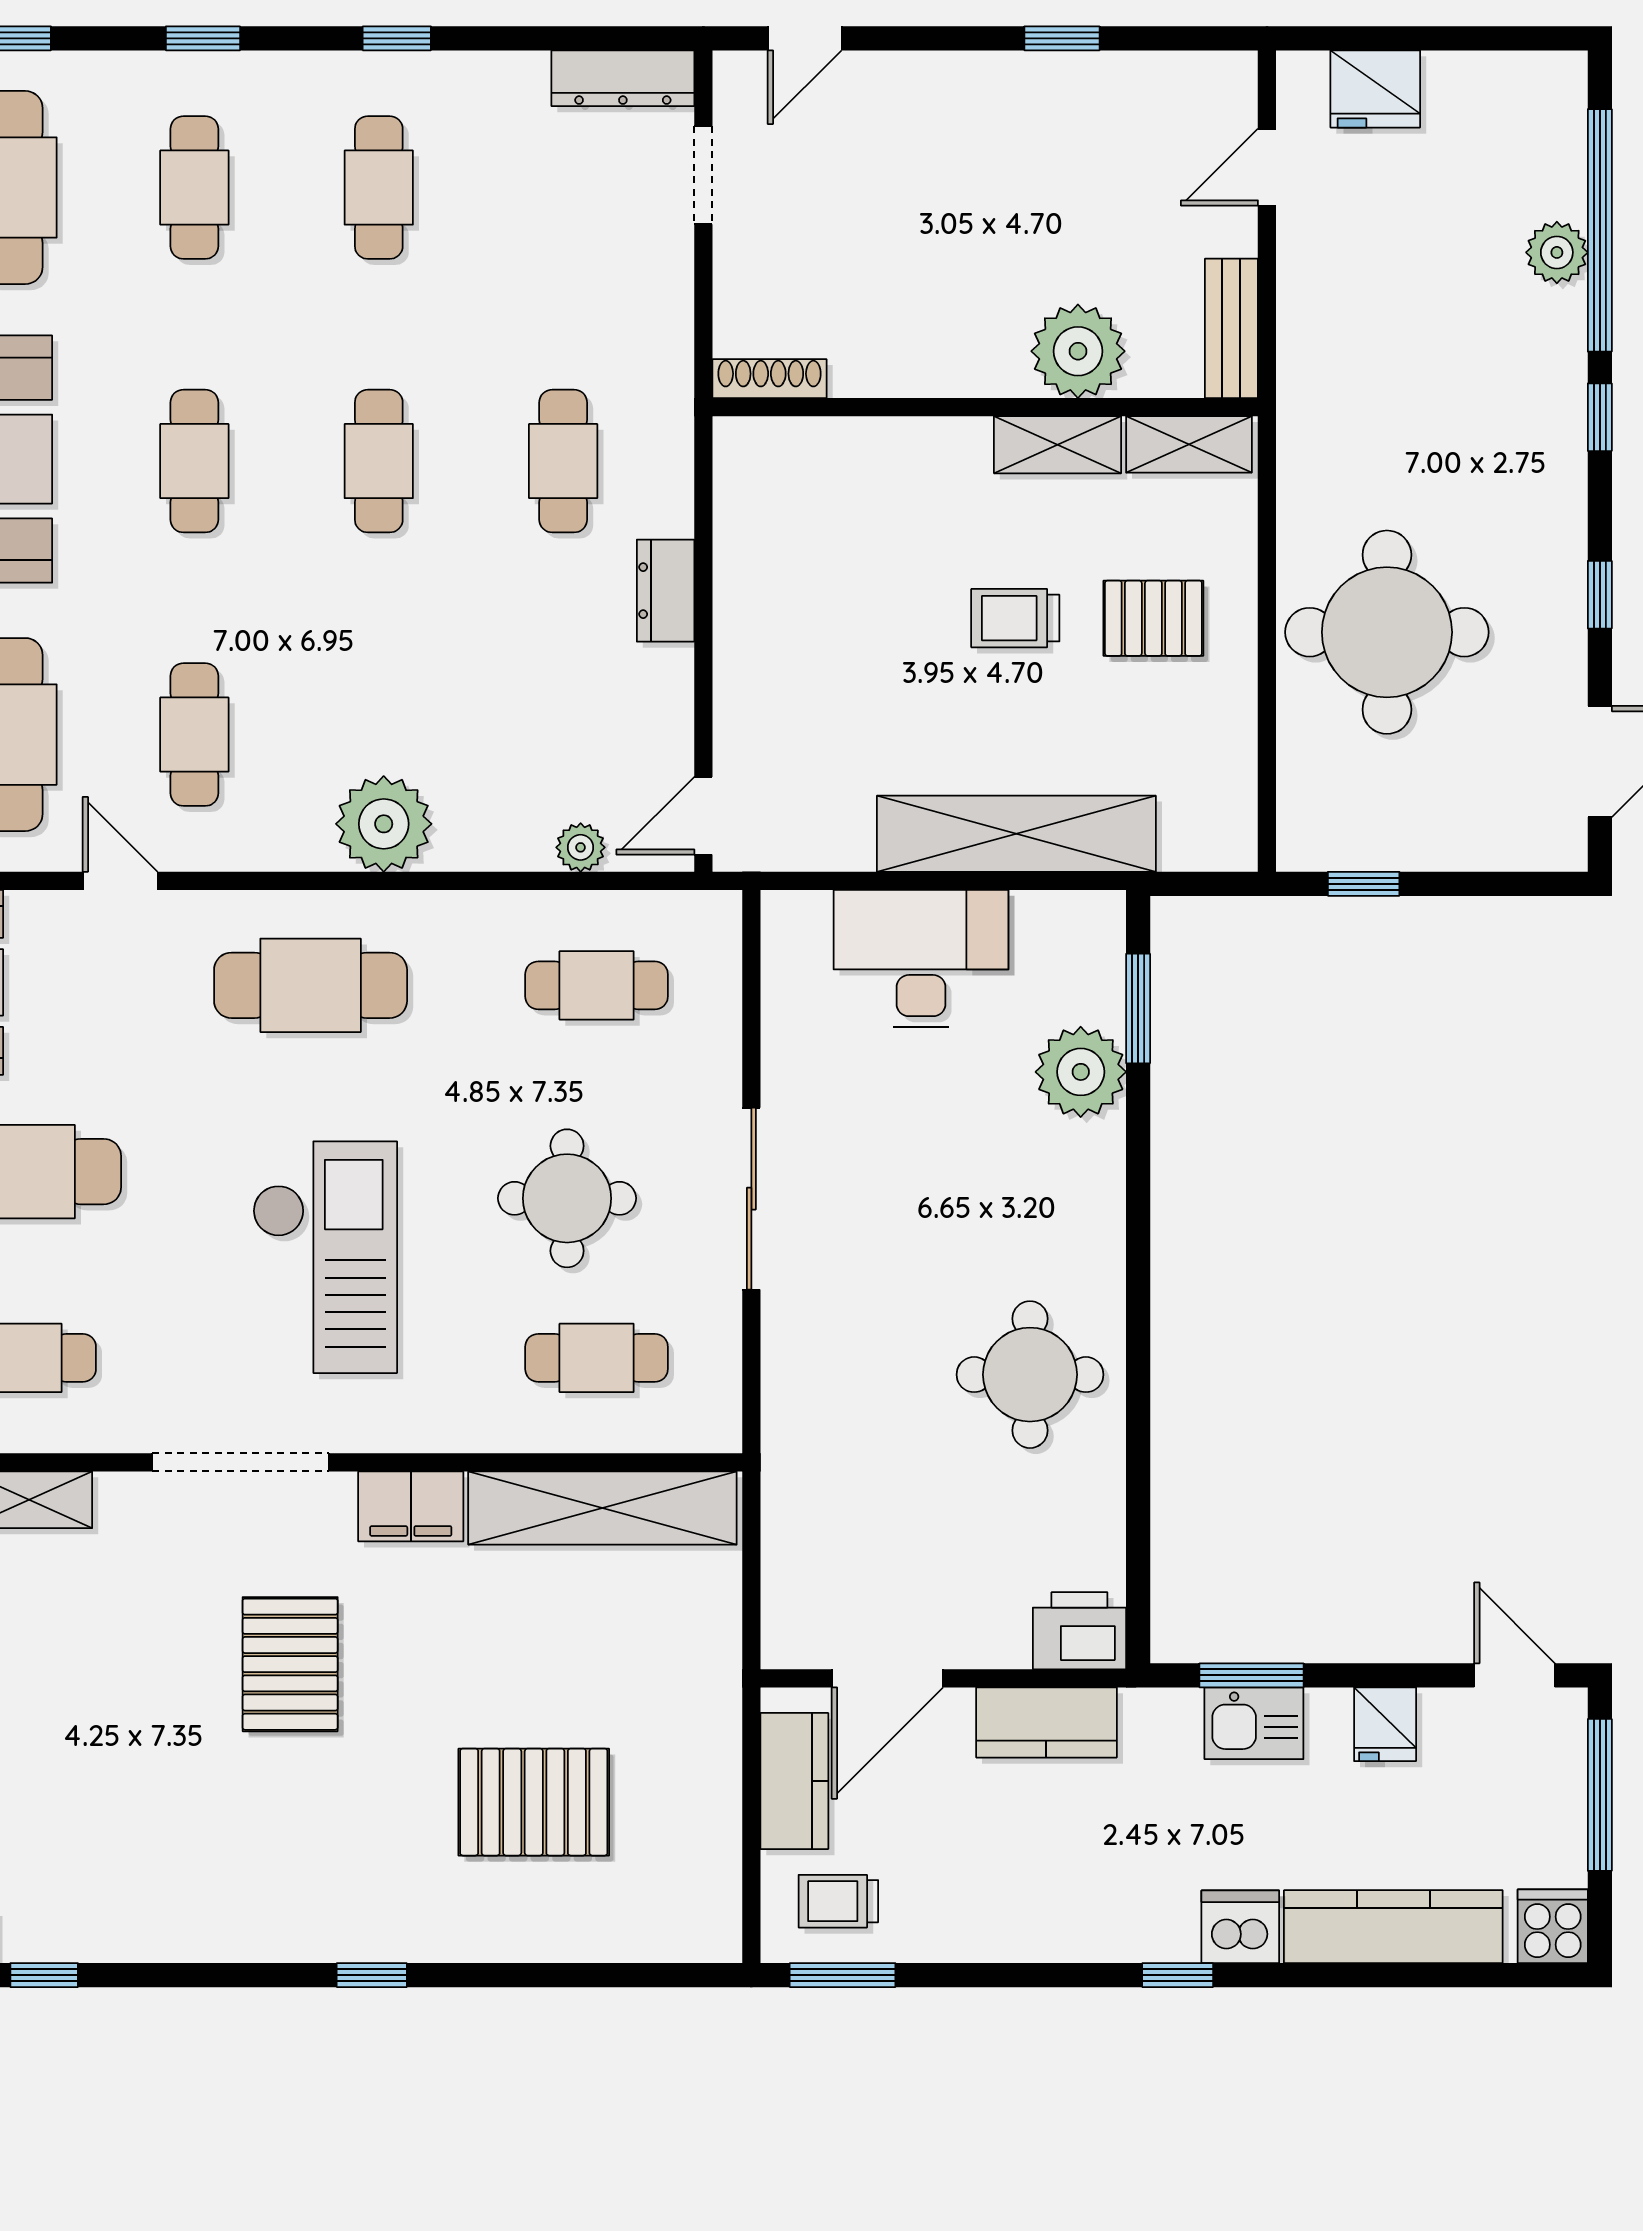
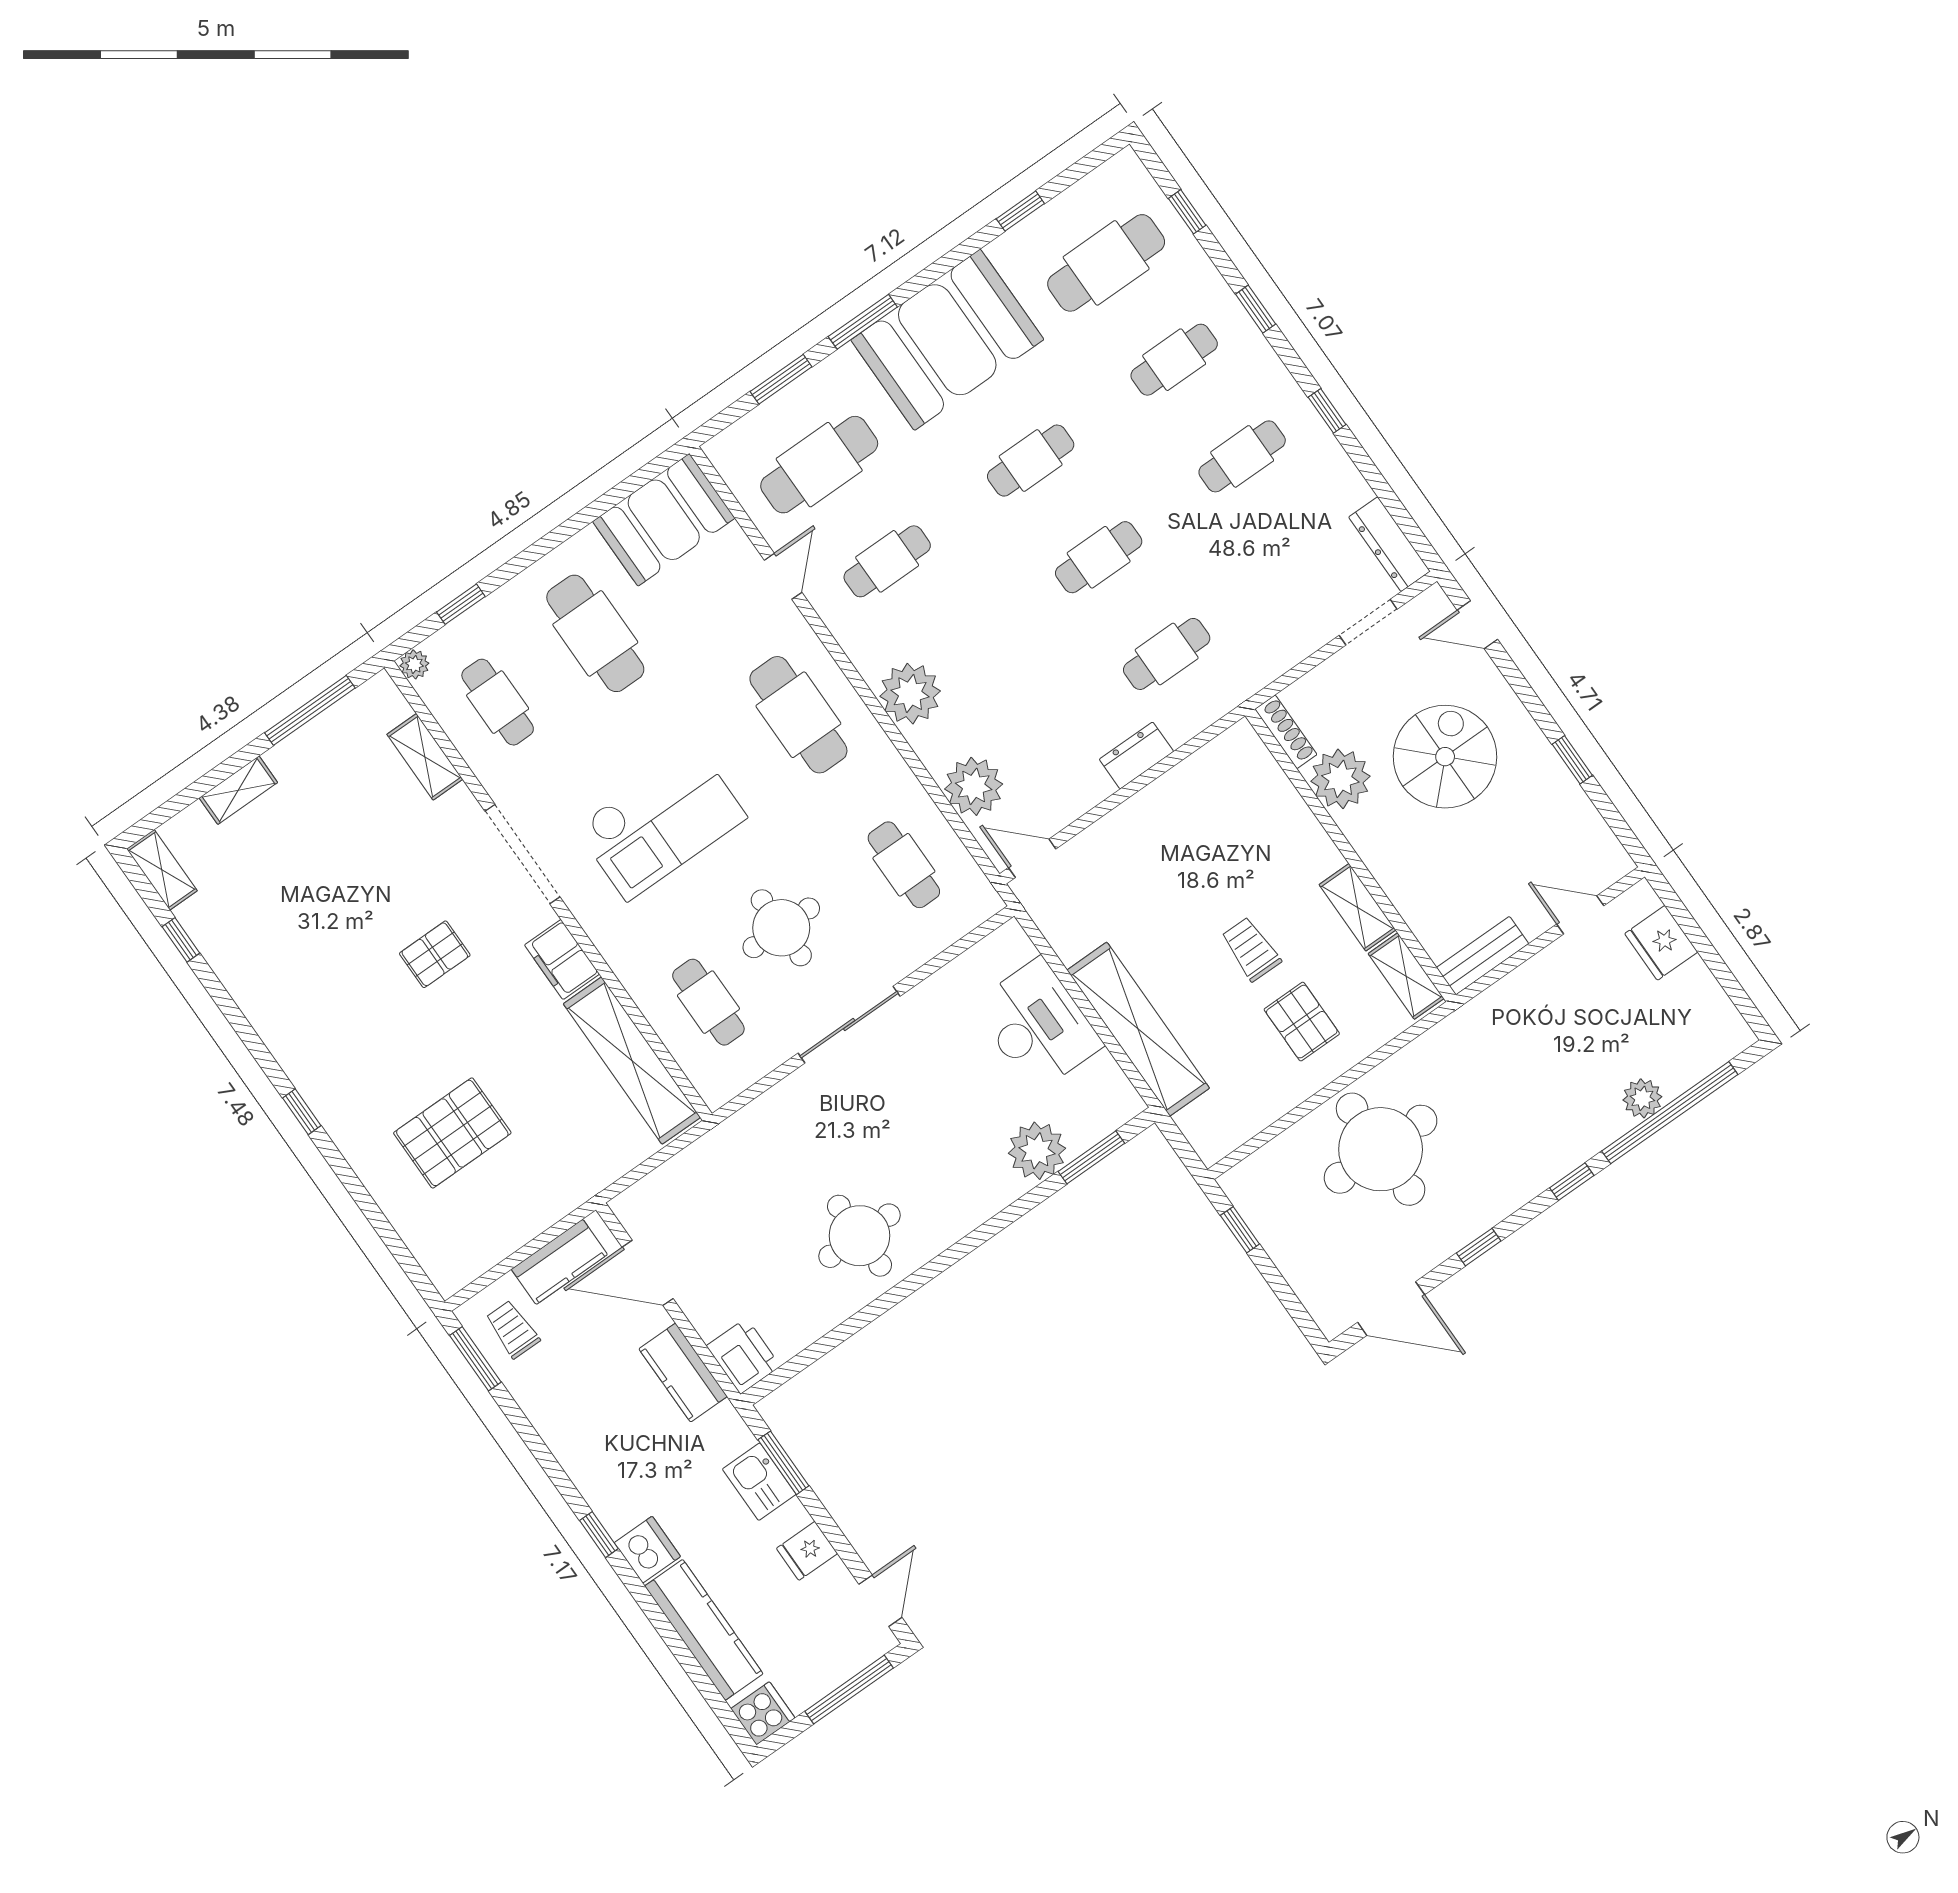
spiral stairs: (944, 198) -> (1445, 757), added
plant: (1078, 351) -> (1340, 779), moved
plant: (581, 847) -> (974, 786), width x1.88, depth x1.88
pallet: (290, 1664) -> (435, 954), width x0.67, depth x0.71
pallet: (534, 1802) -> (452, 1133), turned 90

